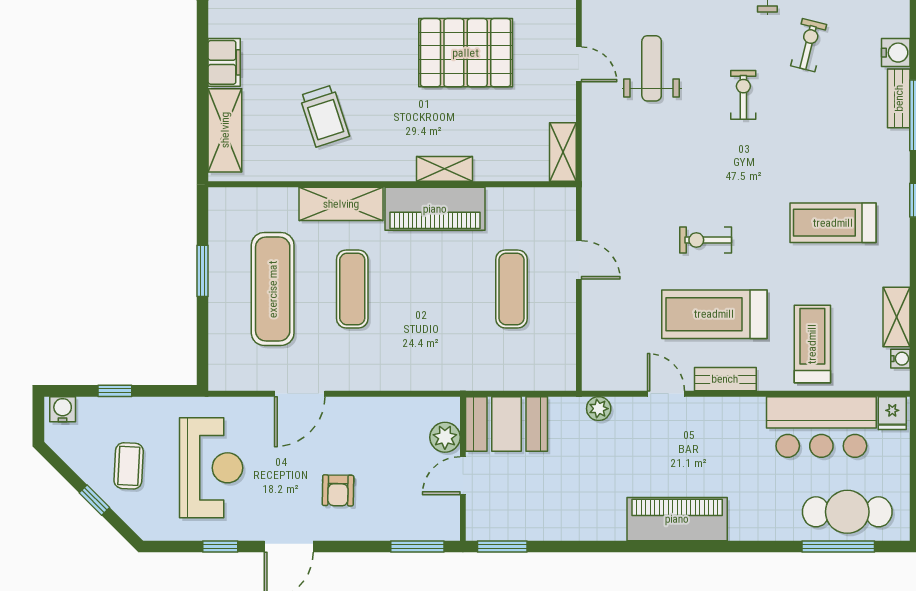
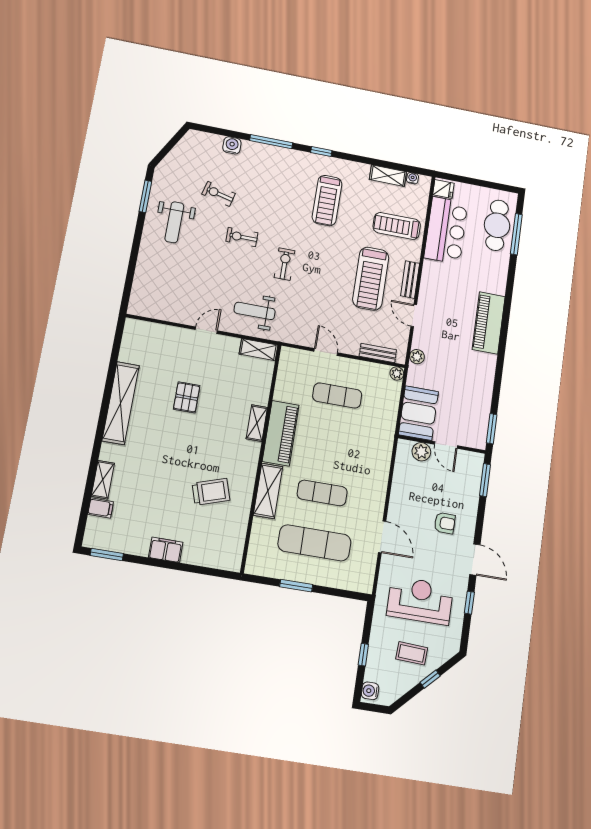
pallet: (466, 53) -> (187, 397), width x0.49, depth x0.50
weight bench: (652, 68) -> (255, 311), moved
bench: (899, 98) -> (378, 353), moved
shelving: (225, 130) -> (209, 557), removed
exercise bike: (706, 240) -> (284, 264), moved, turned 180
door: (579, 260) -> (326, 352), hinge flipped
plant: (565, 380) -> (397, 373), added
door: (666, 394) -> (414, 316), hinge flipped

